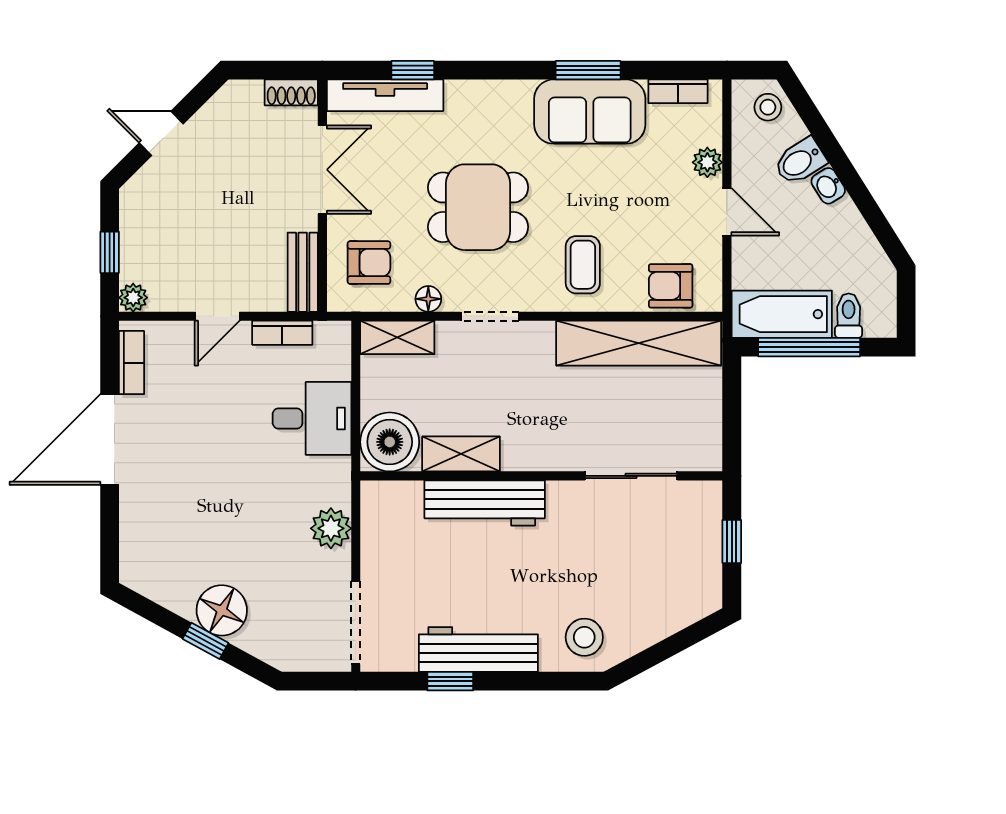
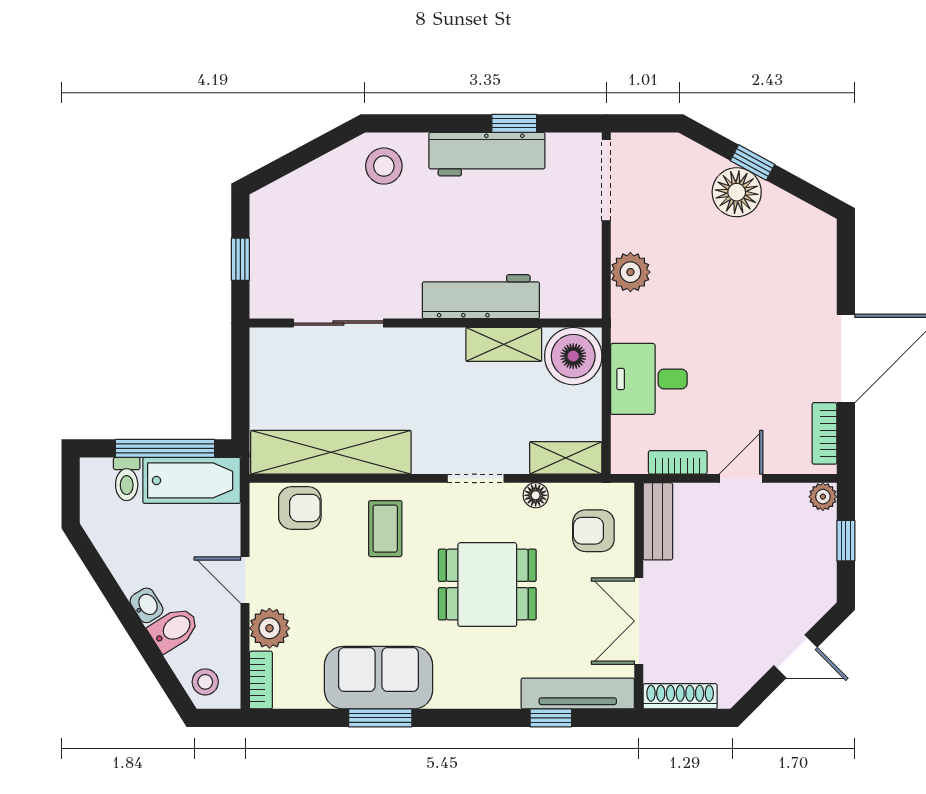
bookcase: (678, 91) -> (261, 680), moved, turned 90
shoe rack: (291, 92) -> (680, 696), width x1.43
plant: (707, 162) -> (269, 628), width x1.38, depth x1.38

